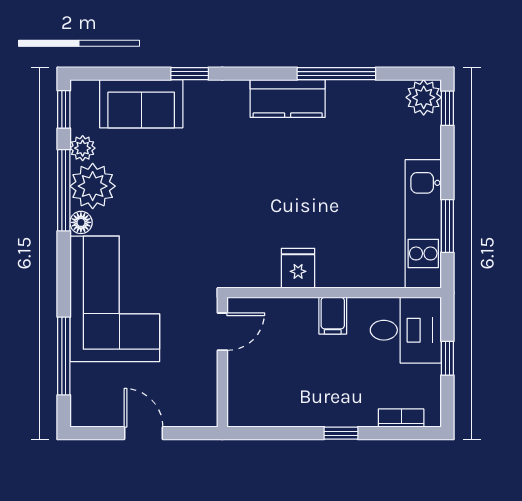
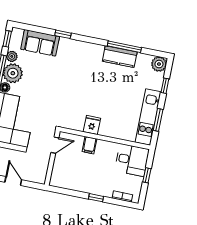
kitchen counter: (288, 99) -> (120, 57), moved
window: (447, 108) -> (165, 86), moved
filing cabinet: (333, 316) -> (89, 145), moved

